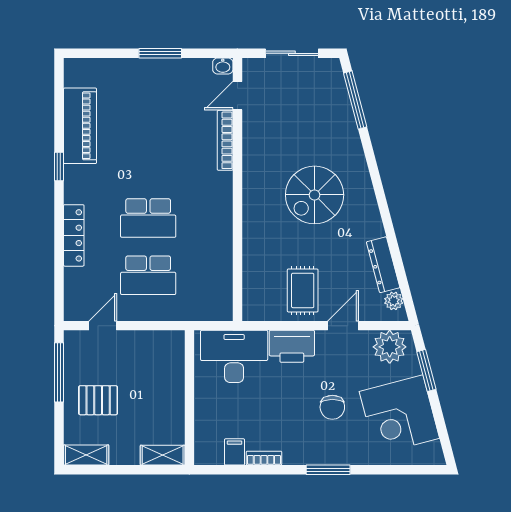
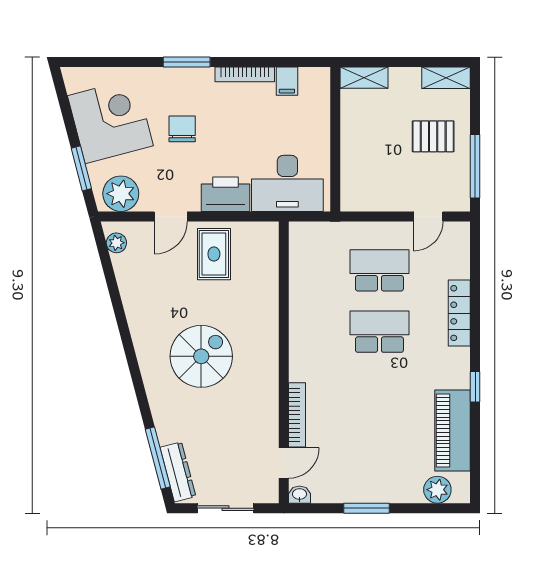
plant: (94, 71) -> (437, 490), added
dresser: (383, 265) -> (178, 472), moved
bookcase: (264, 458) -> (245, 74), width x1.56

